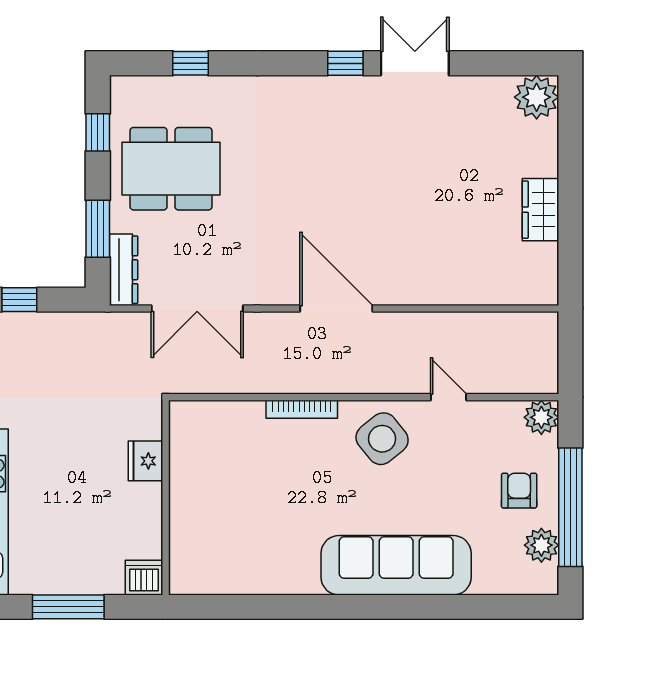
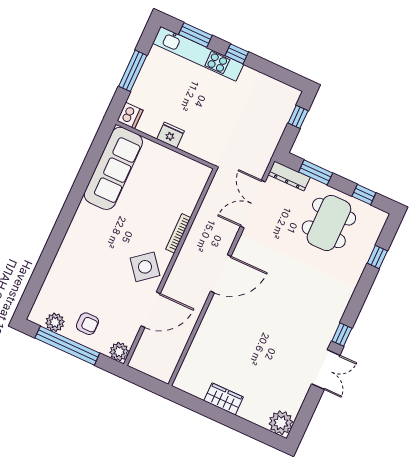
door: (448, 397) -> (151, 310), width x1.88
fridge: (146, 461) -> (171, 135), moved
sofa: (396, 565) -> (113, 168), moved

